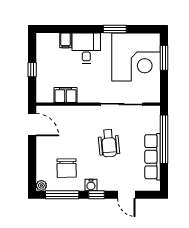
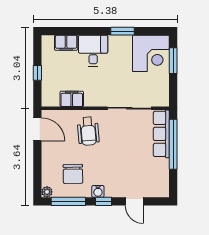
filing cabinet: (66, 40) -> (66, 43), width x2.00
corner desk: (136, 57) -> (151, 53), width x0.74, depth x0.74
wheelchair: (109, 143) -> (88, 131), moved
row of seats: (153, 157) -> (161, 134), moved

